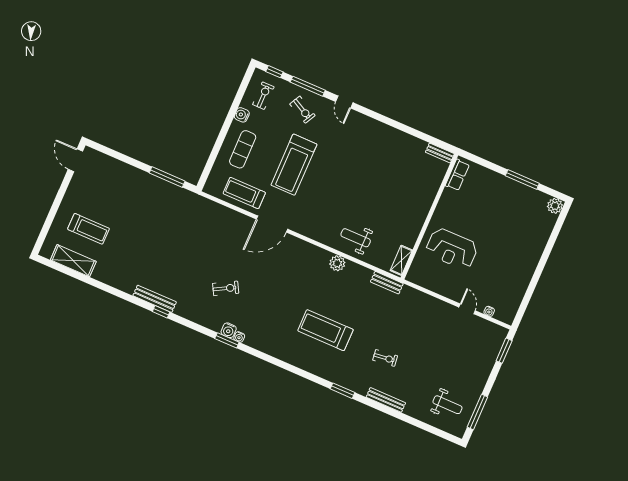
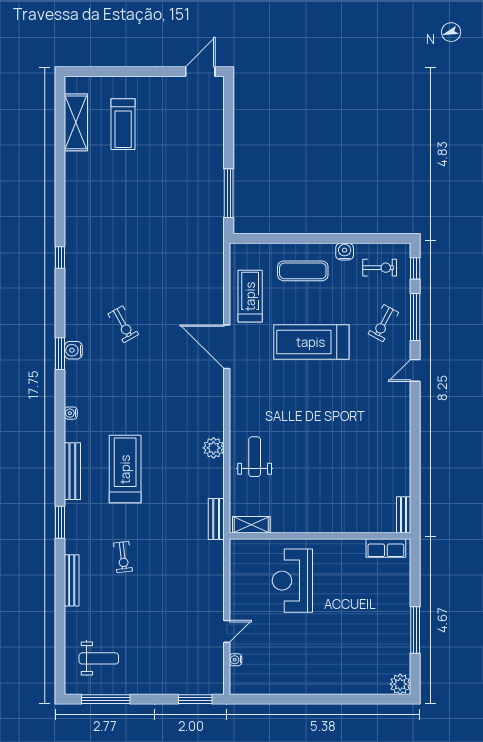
bench: (155, 299) -> (72, 471), moved
water cooler: (239, 337) -> (71, 413), moved
weight bench: (447, 405) -> (99, 658), turned -90

